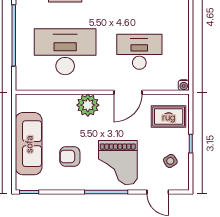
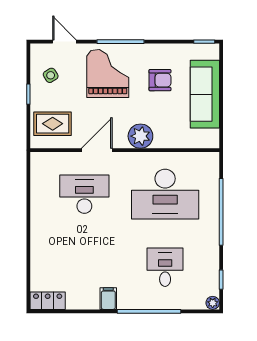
desk: (139, 52) -> (84, 194), turned 180
water cooler: (184, 85) -> (36, 158), removed

